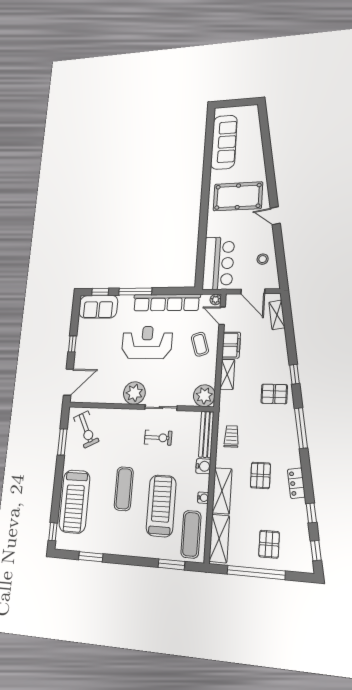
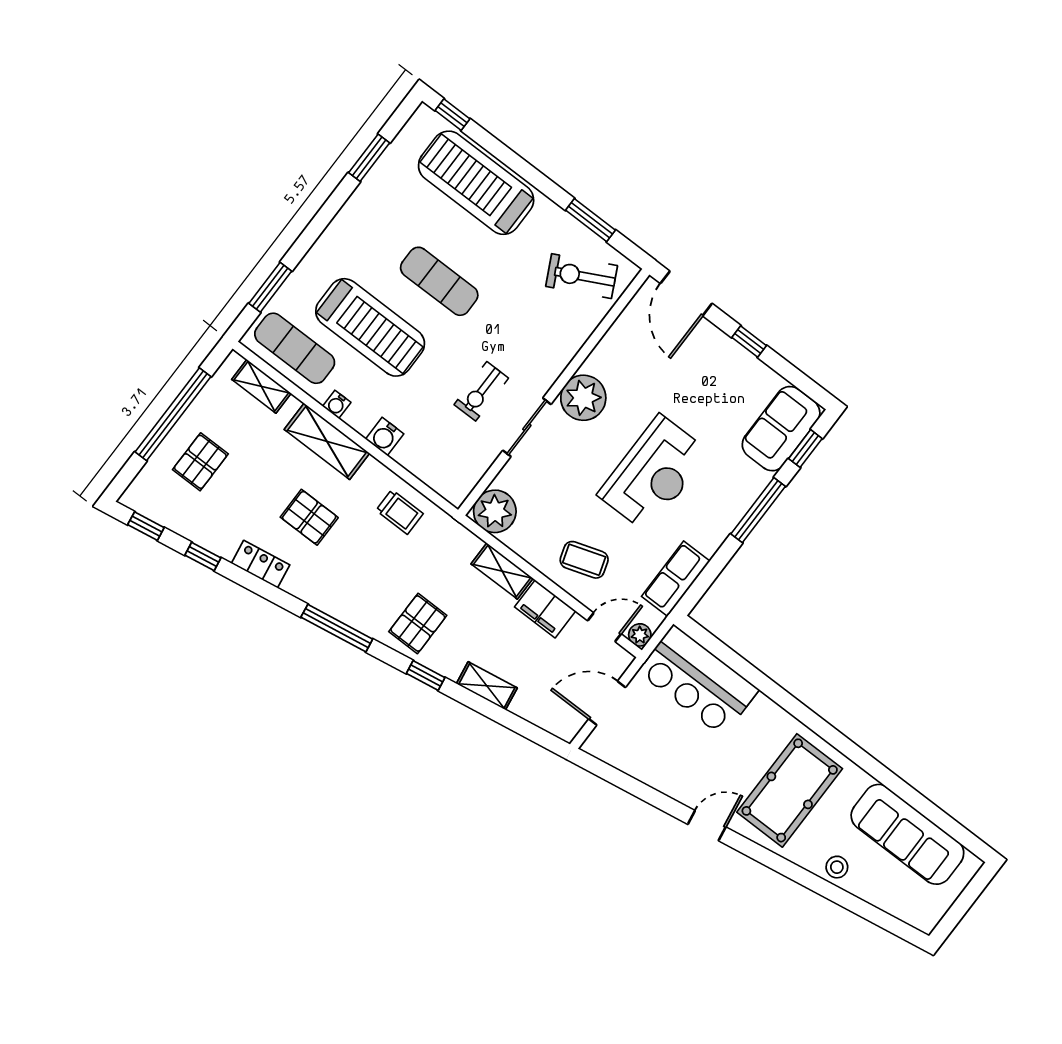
stool: (263, 259) -> (837, 867), moved
row of seats: (166, 303) -> (676, 579), width x0.50
shelving: (277, 315) -> (487, 686), moved
bench: (206, 434) -> (431, 474), removed
shelving: (219, 539) -> (261, 386), width x0.67, depth x0.75
pallet: (269, 544) -> (200, 462), turned 90

